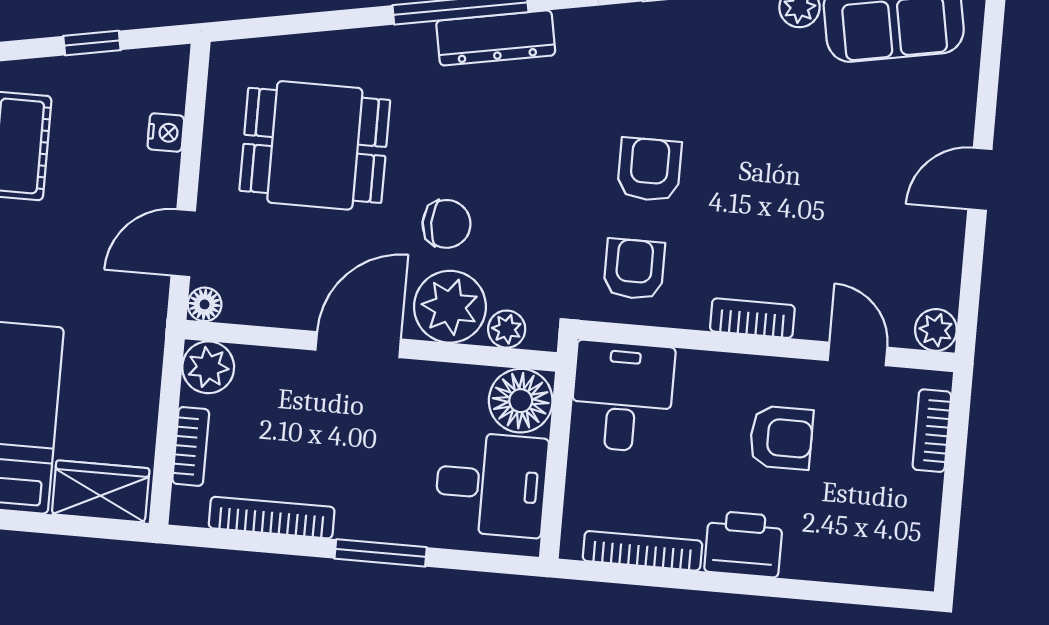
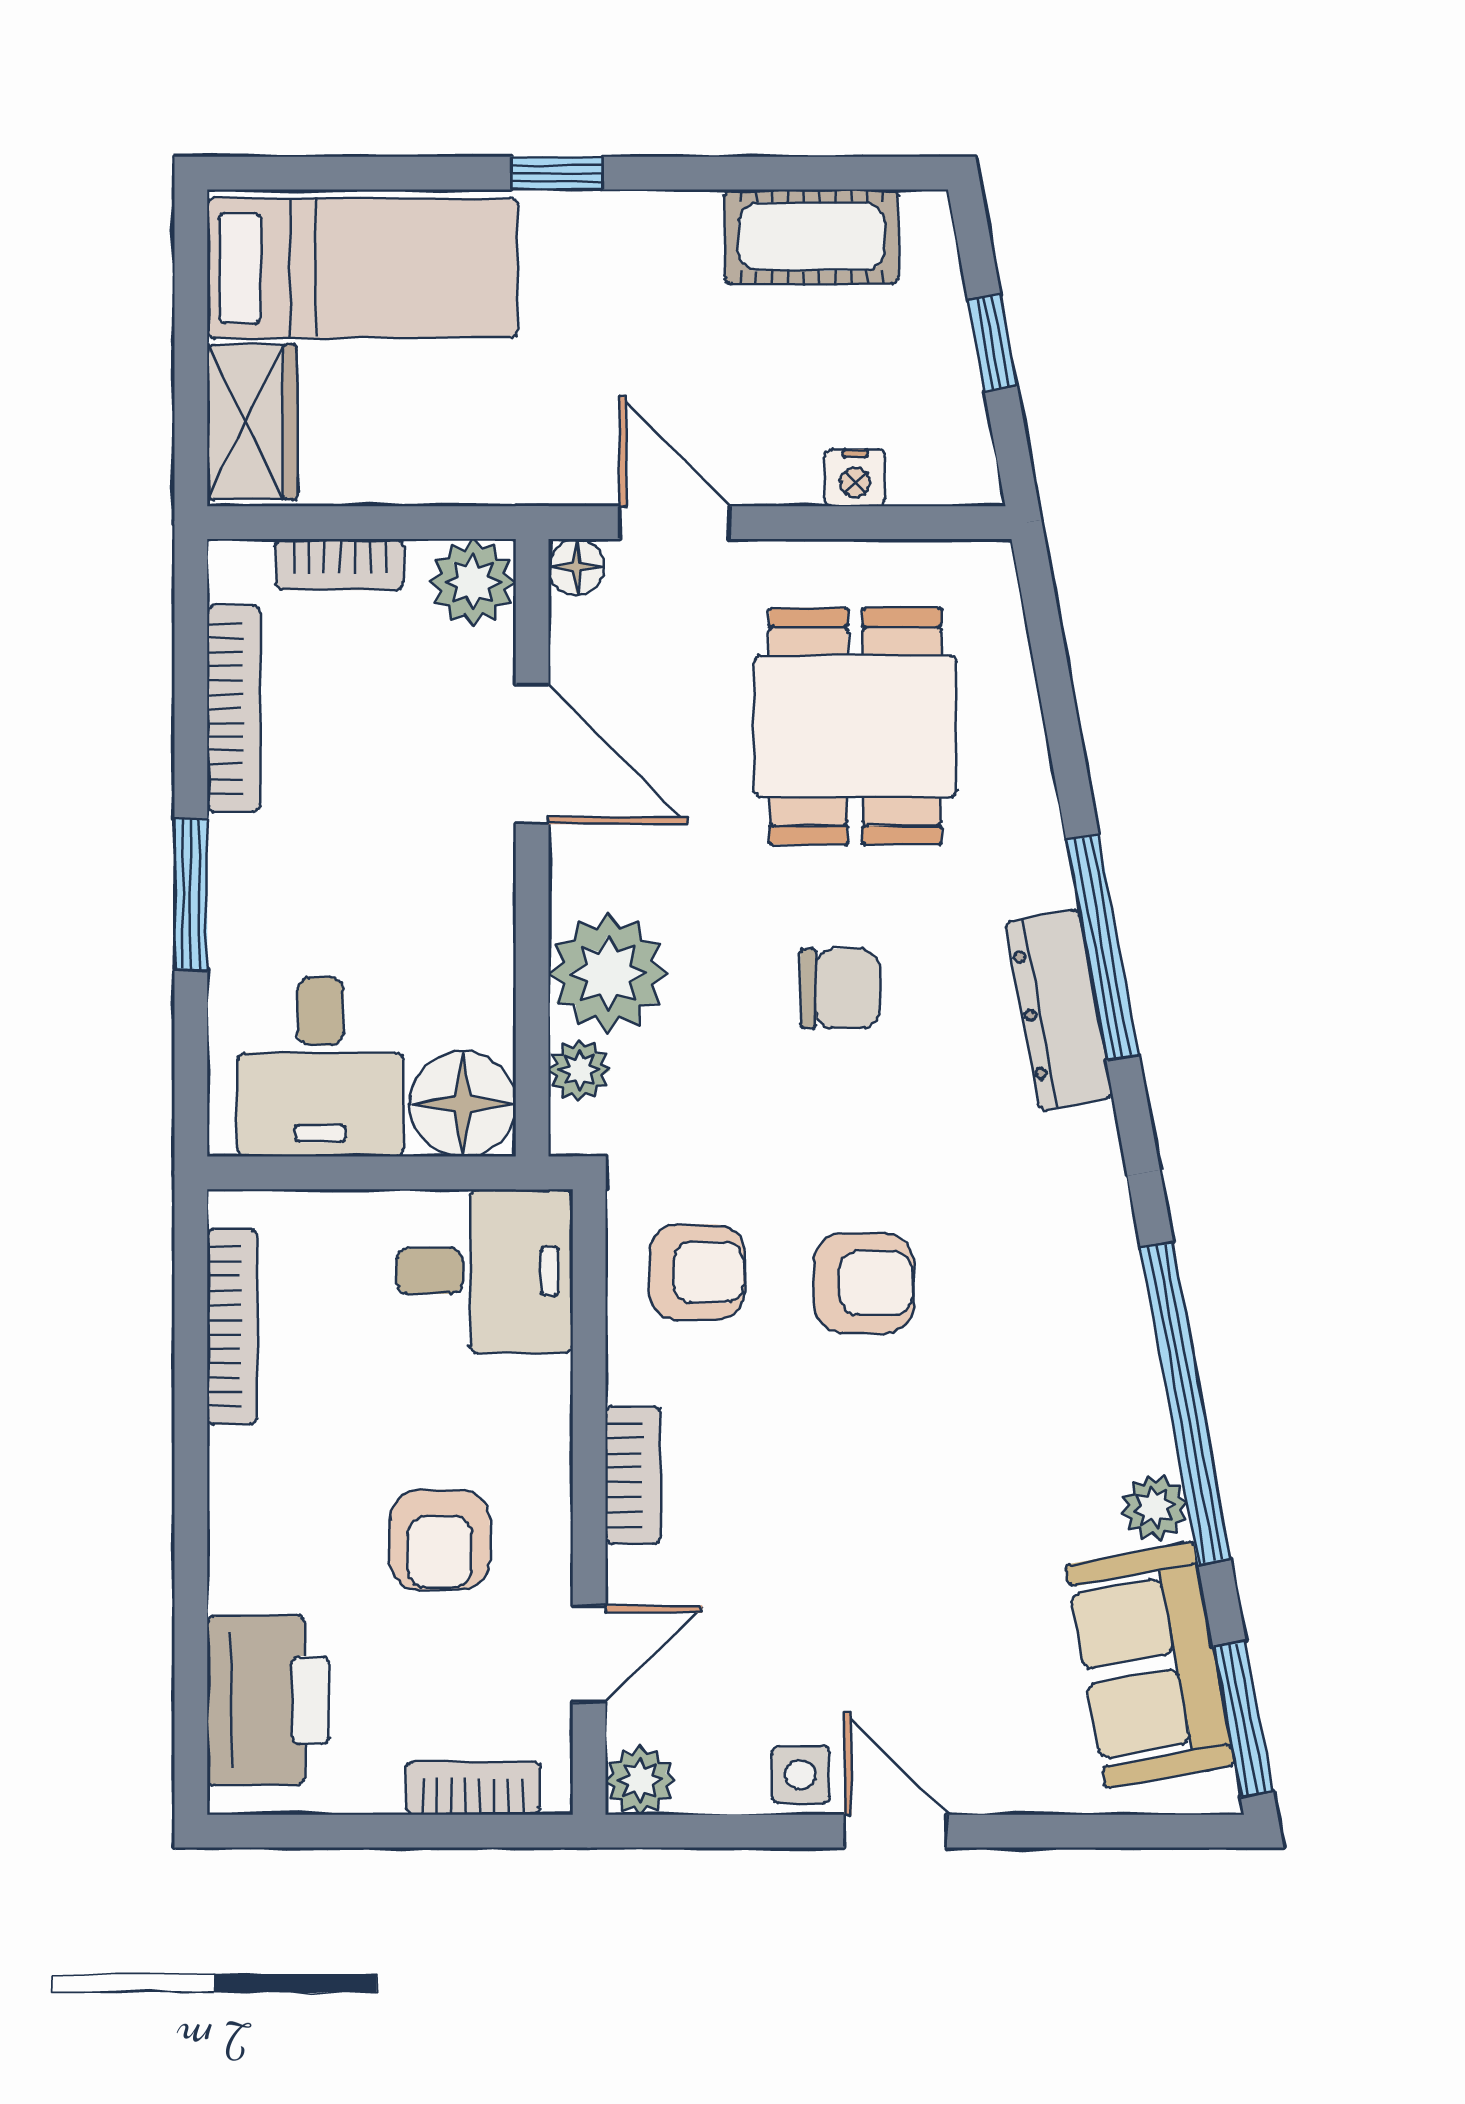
chair: (447, 224) -> (840, 989), moved, turned -90
side table: (941, 233) -> (800, 1775), added
door: (358, 345) -> (532, 754), moved
printer: (744, 544) -> (268, 1700), moved, width x1.37, depth x1.19

